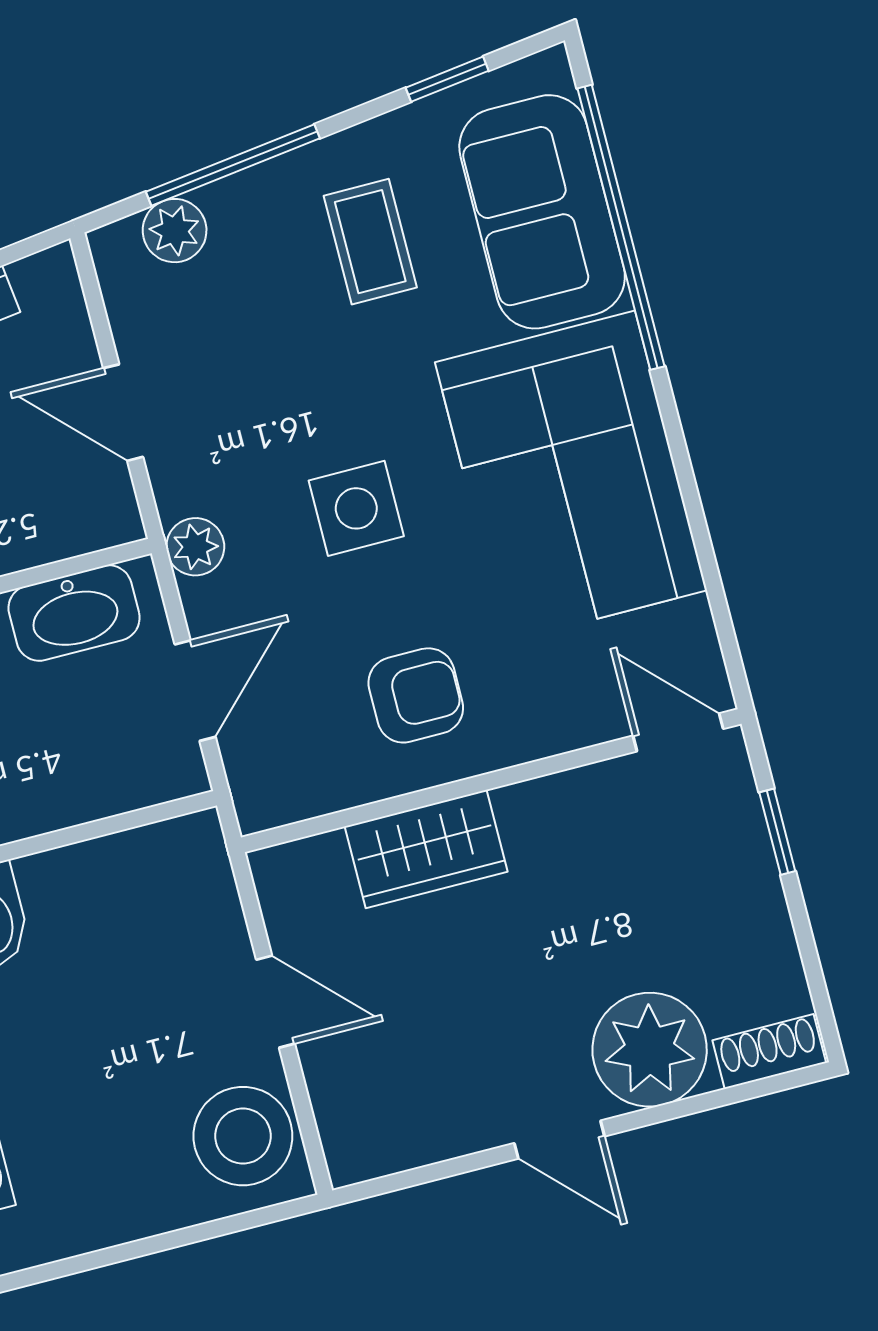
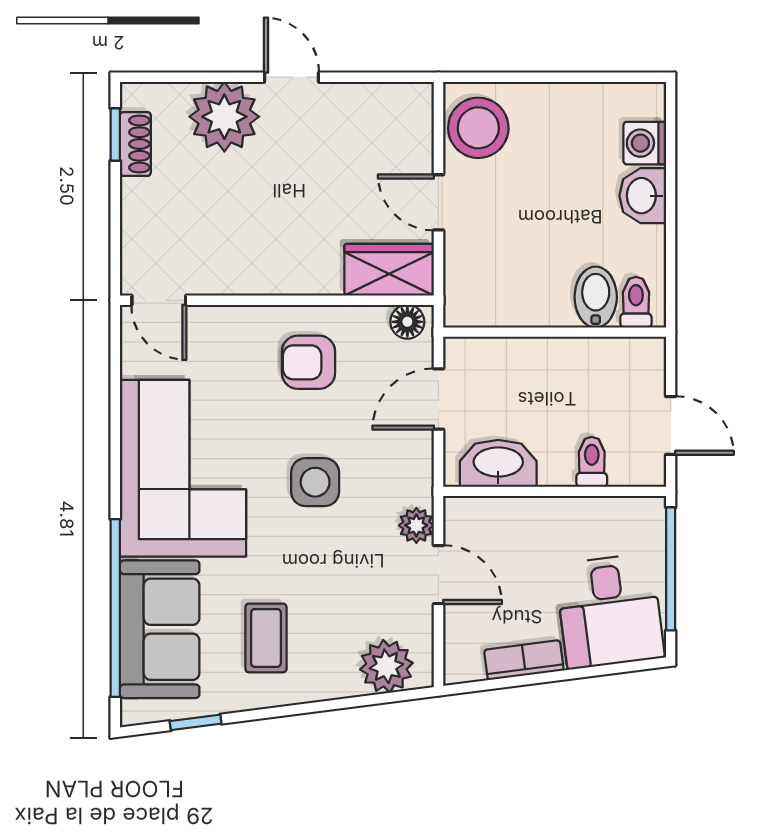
window: (233, 165) -> (336, 704), removed
plant: (175, 231) -> (386, 666), width x1.38, depth x1.38
plant: (195, 547) -> (416, 525), moved
floor lamp: (276, 800) -> (407, 322), added
window: (777, 832) -> (115, 134), moved
wardrobe: (426, 849) -> (389, 270), moved
shoe rack: (769, 1052) -> (135, 144), moved, turned -90

